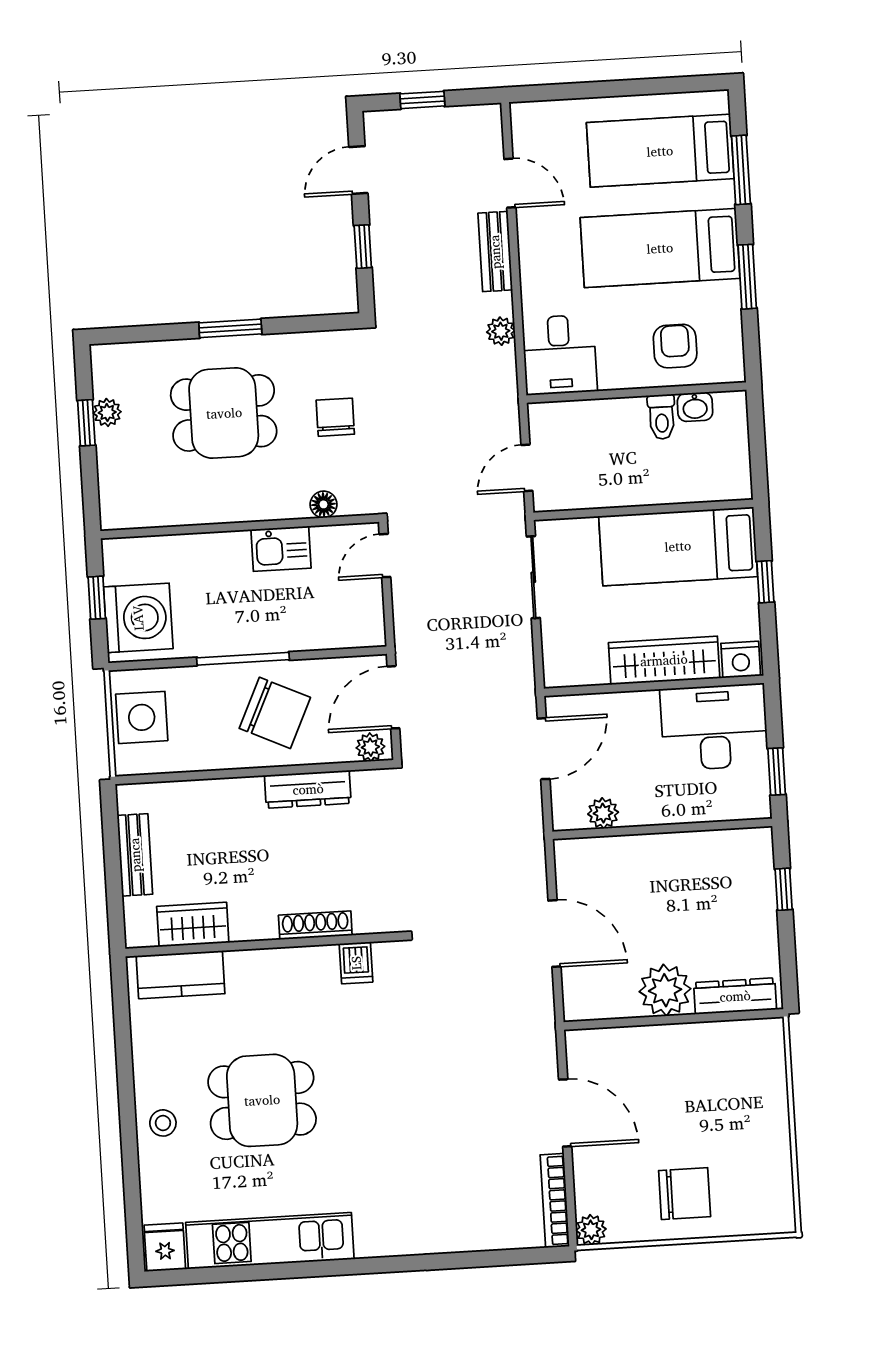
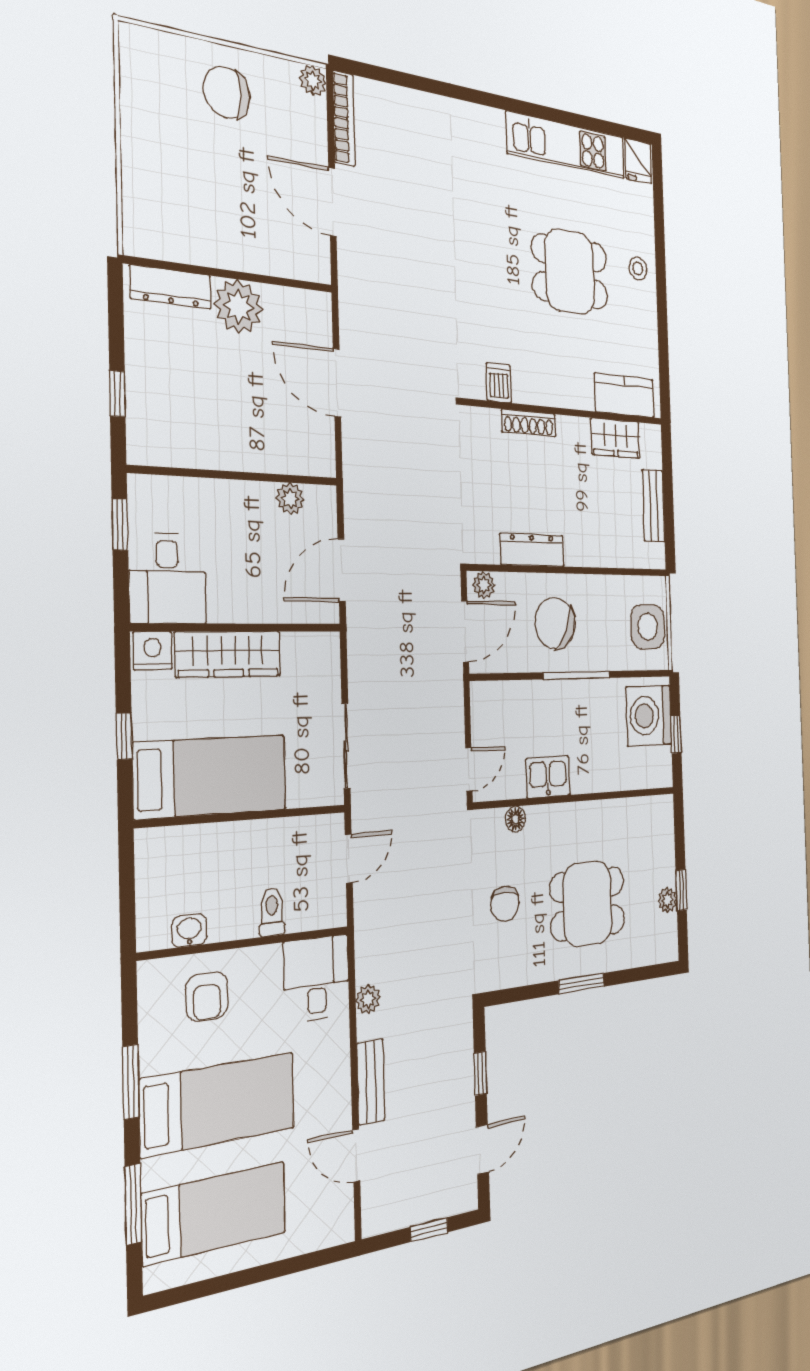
toilet: (662, 417) -> (272, 912), moved
desk: (714, 727) -> (168, 578), width x0.73

